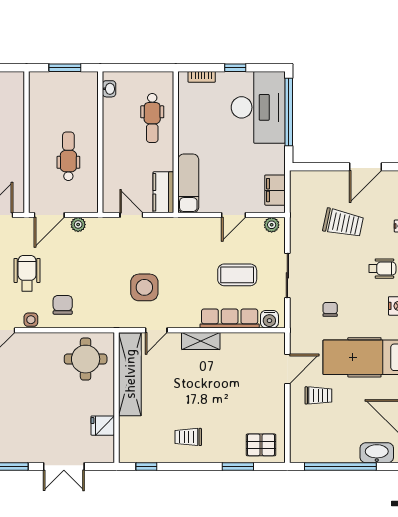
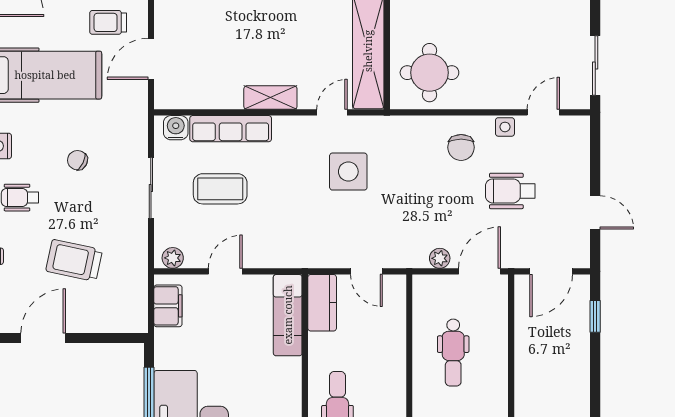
wheelchair: (27, 273) -> (510, 191), turned 90
chair: (330, 309) -> (77, 160), moved, turned 116

